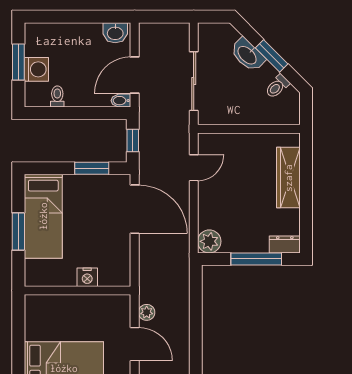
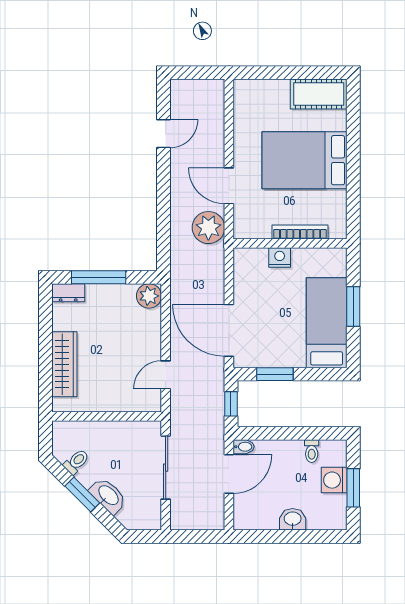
washbasin: (115, 33) -> (293, 519), moved
bookcase: (68, 301) -> (300, 232), added
plant: (147, 312) -> (208, 228), width x1.88, depth x1.88

